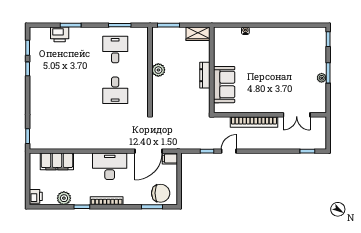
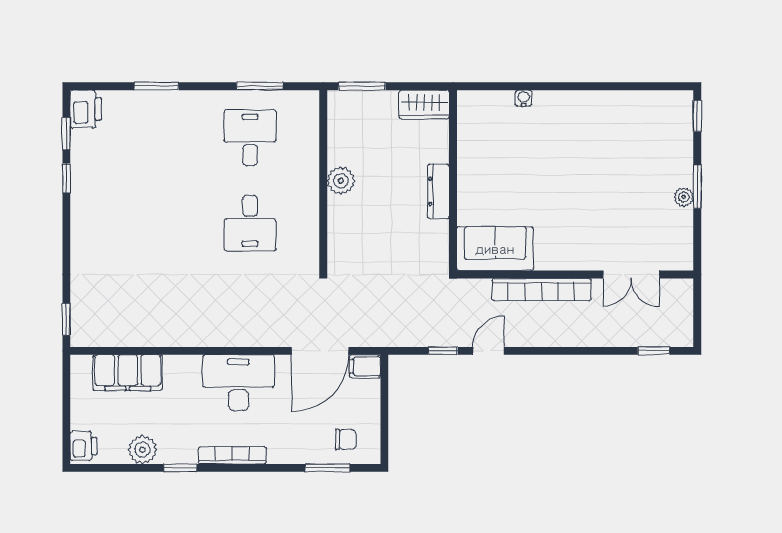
printer: (60, 34) -> (86, 109), moved, turned -90
sofa: (224, 85) -> (495, 249), moved, turned -90
chair: (161, 193) -> (345, 439), width x0.54, depth x0.54

